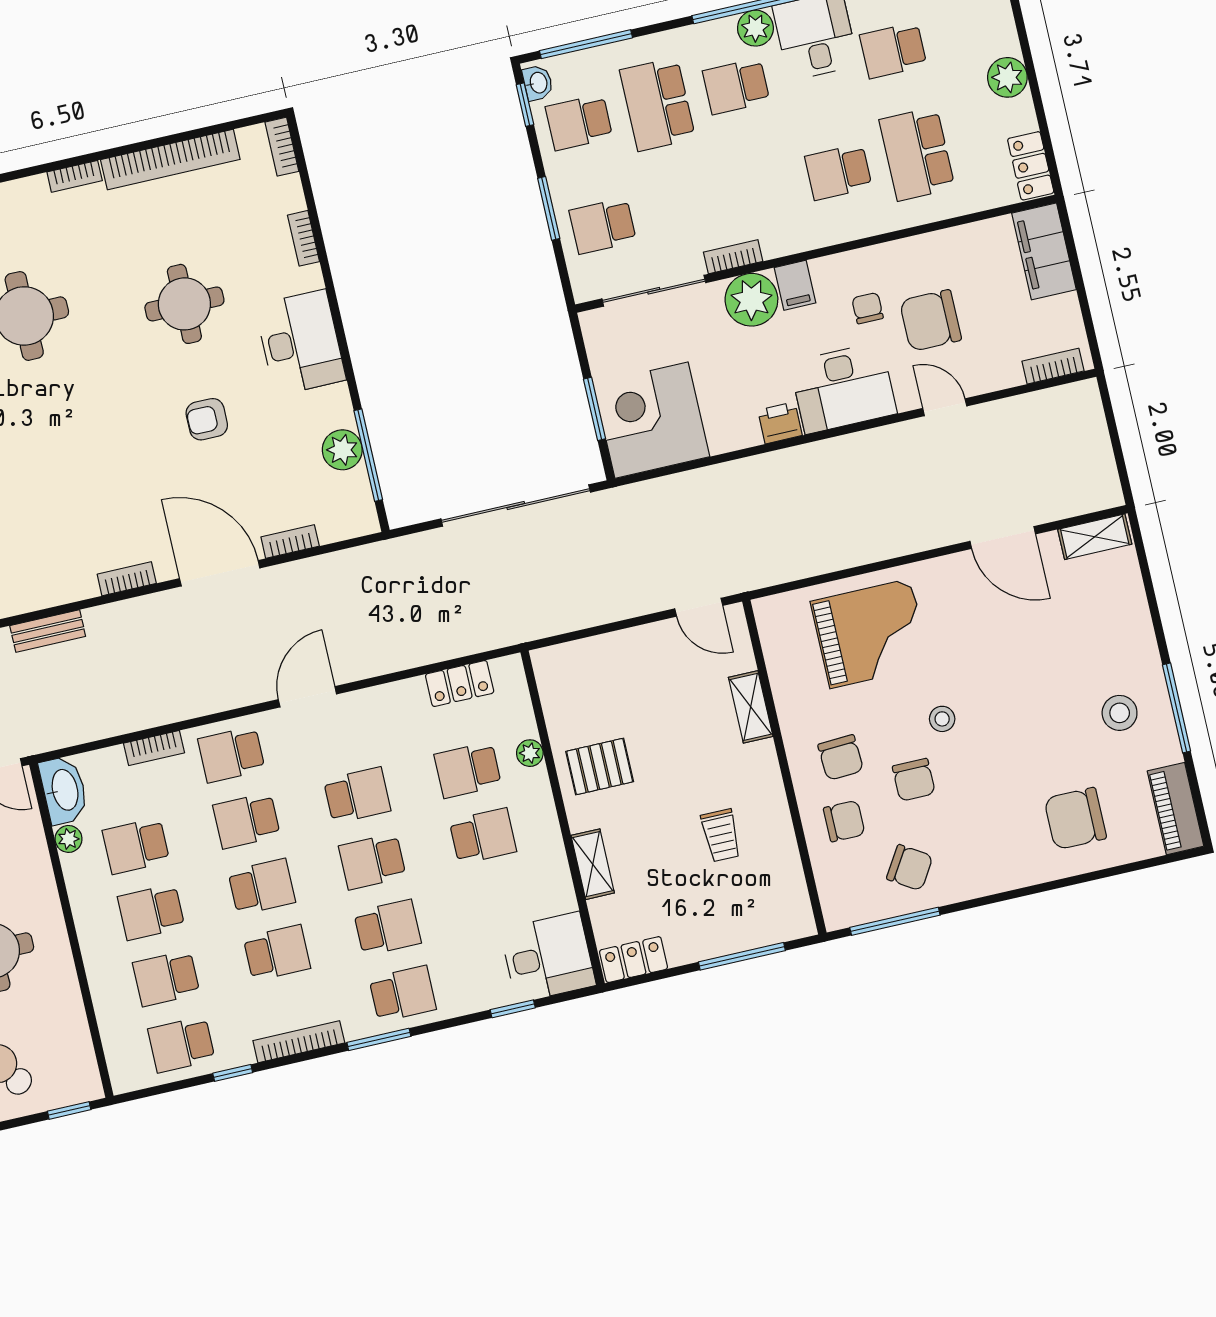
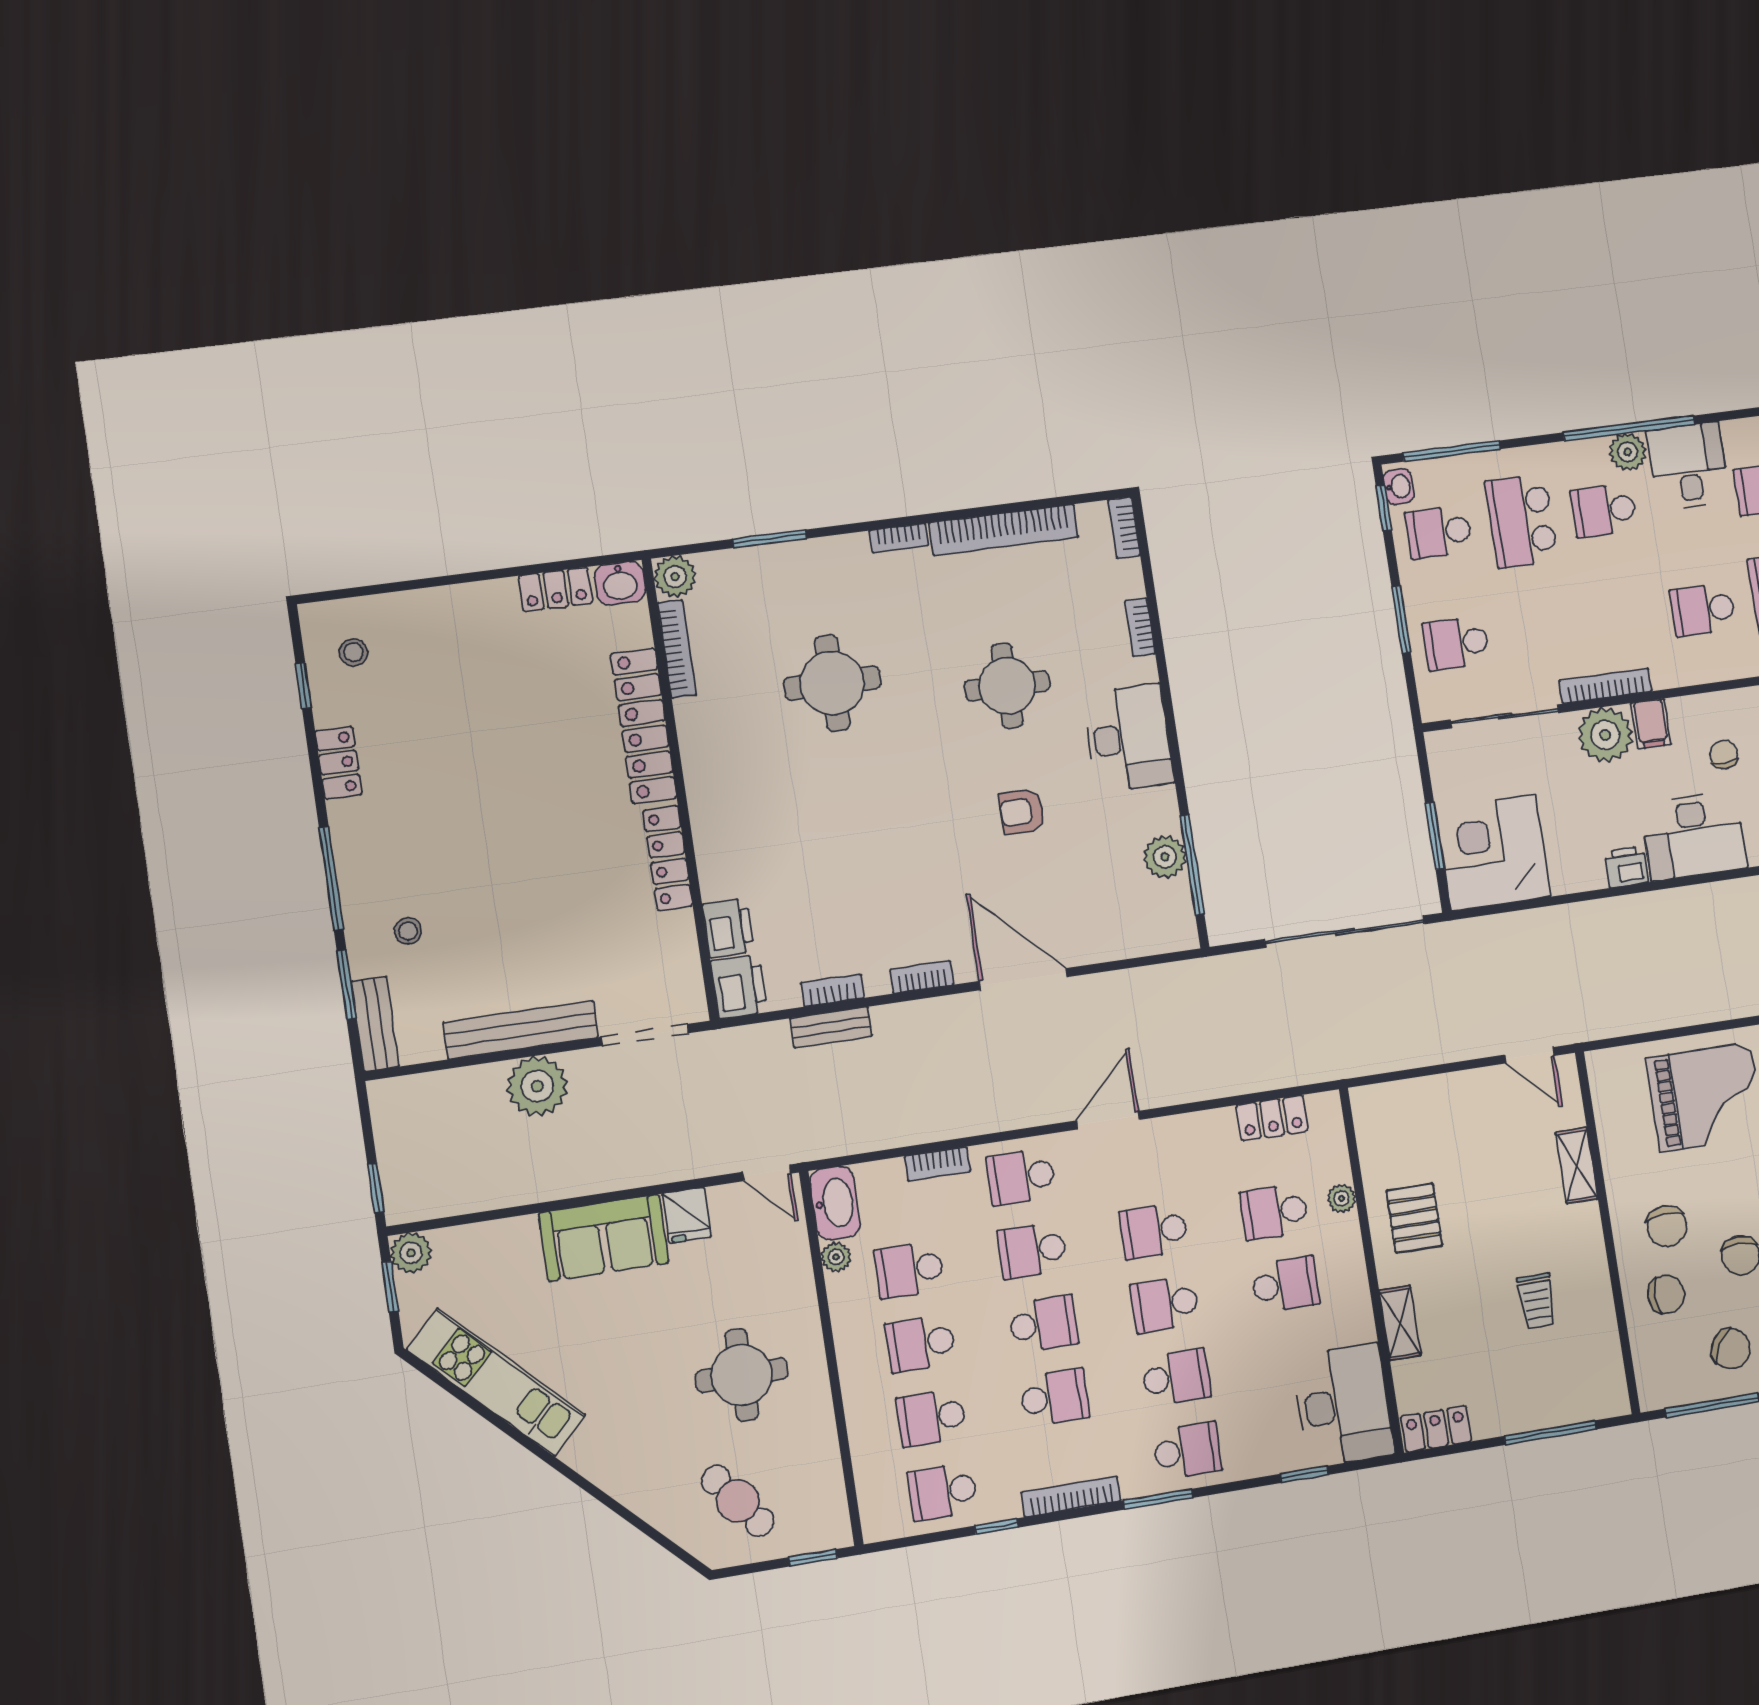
bookcase: (733, 257) -> (1605, 686), width x1.56
bookcase: (290, 542) -> (832, 990), moved
pallet: (600, 767) -> (1414, 1218), turned 90
school desk: (357, 795) -> (1154, 1231), turned 180
desk: (548, 957) -> (1343, 1405), width x1.37

